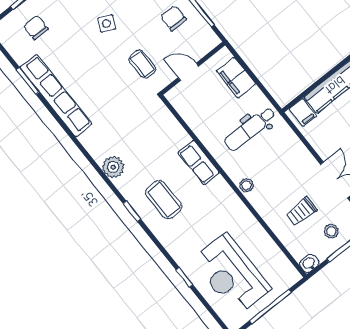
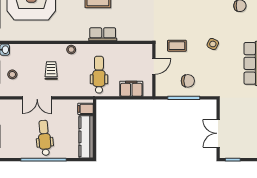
trolley: (301, 211) -> (51, 70), moved

